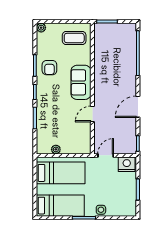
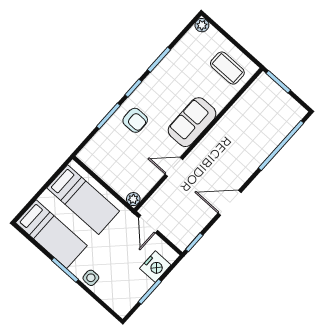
armchair: (49, 68) -> (135, 120), moved, turned -90
plant: (56, 149) -> (133, 199), moved
door: (106, 155) -> (148, 224), swing flipped
nightstand: (127, 164) -> (155, 267), moved, turned 90

